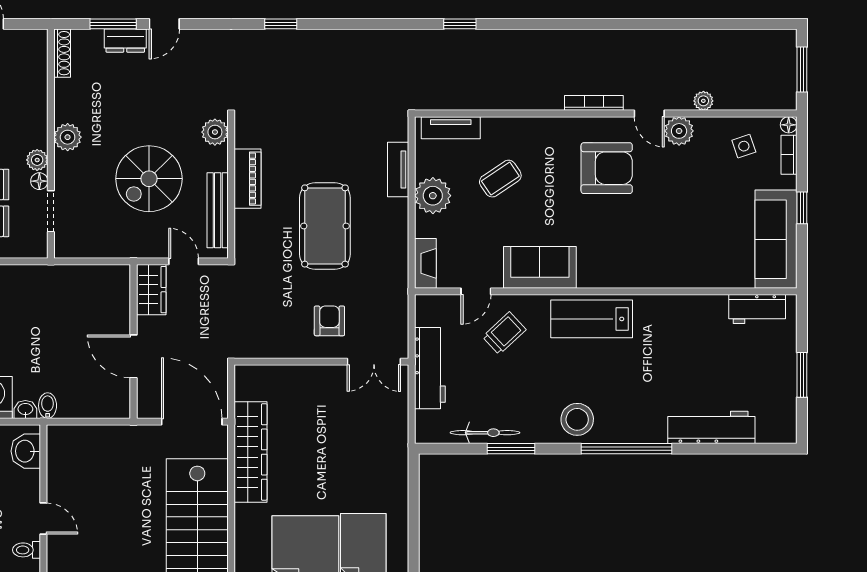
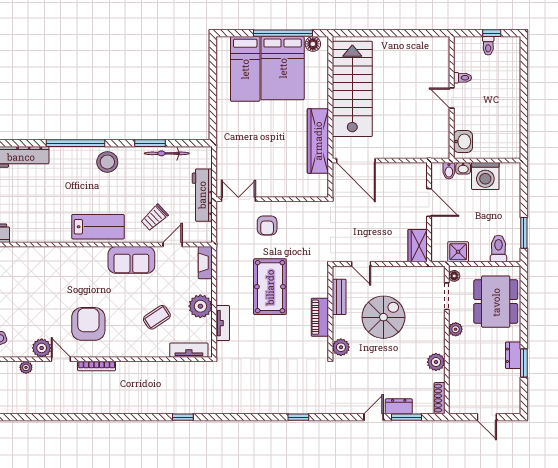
plant: (68, 137) -> (436, 362), moved
armchair: (607, 168) -> (88, 324), turned 90
floor lamp: (39, 181) -> (454, 276), moved
bench: (218, 210) -> (339, 297), width x0.73
shower: (33, 280) -> (458, 252), added
wardrobe: (151, 290) -> (418, 246), moved
wall: (133, 341) -> (429, 212), moved
door: (133, 356) -> (429, 203), moved

